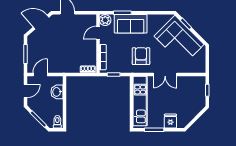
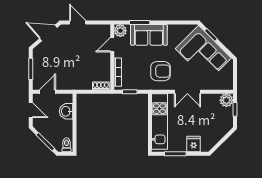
armchair: (141, 56) -> (160, 71), turned 90
plant: (200, 82) -> (226, 100), added
door: (25, 91) -> (31, 110), hinge flipped

